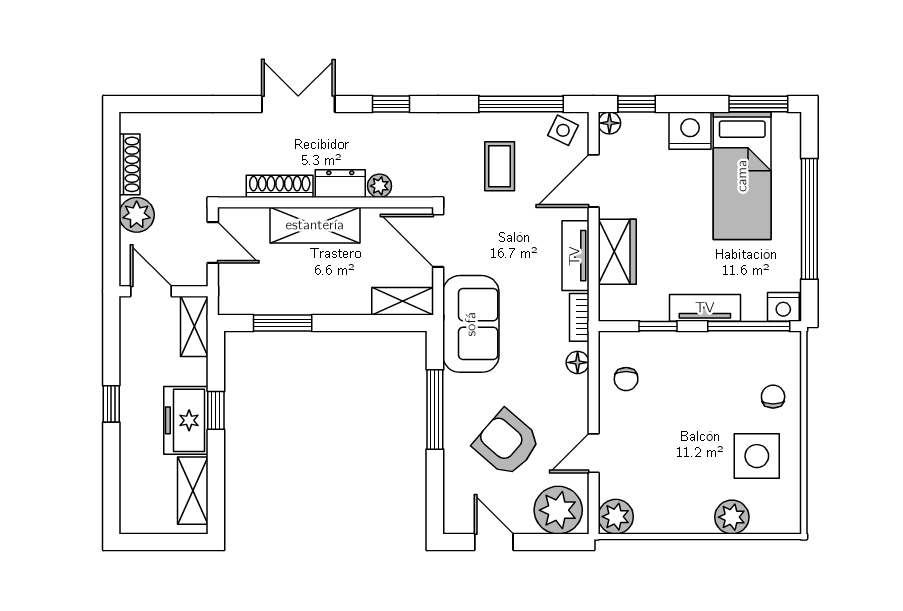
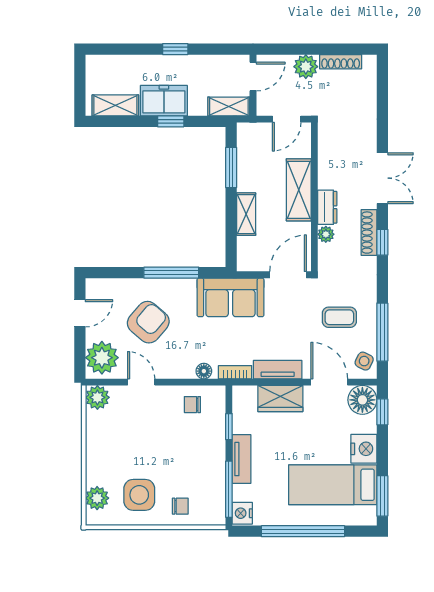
floor lamp: (609, 123) -> (362, 400), width x1.89, depth x1.89
shoe rack: (280, 186) -> (369, 233), moved, turned 180
shelving: (403, 301) -> (246, 214), moved
plant: (732, 517) -> (97, 498), moved

